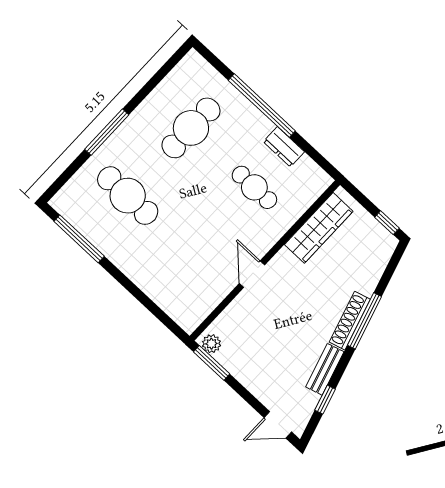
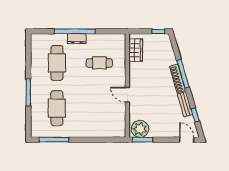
dresser: (284, 147) -> (77, 39), moved
cafe table: (128, 196) -> (57, 108), turned 90
wardrobe: (319, 228) -> (136, 50), width x0.67
plant: (211, 344) -> (140, 129), width x1.88, depth x1.88
door: (278, 425) -> (187, 140), swing flipped

